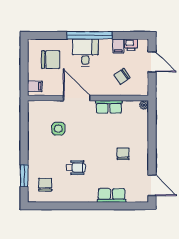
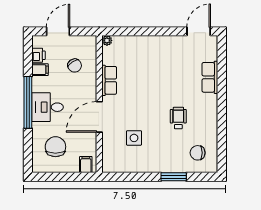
chair: (123, 154) -> (163, 64), removed
window: (24, 176) -> (174, 177), moved

